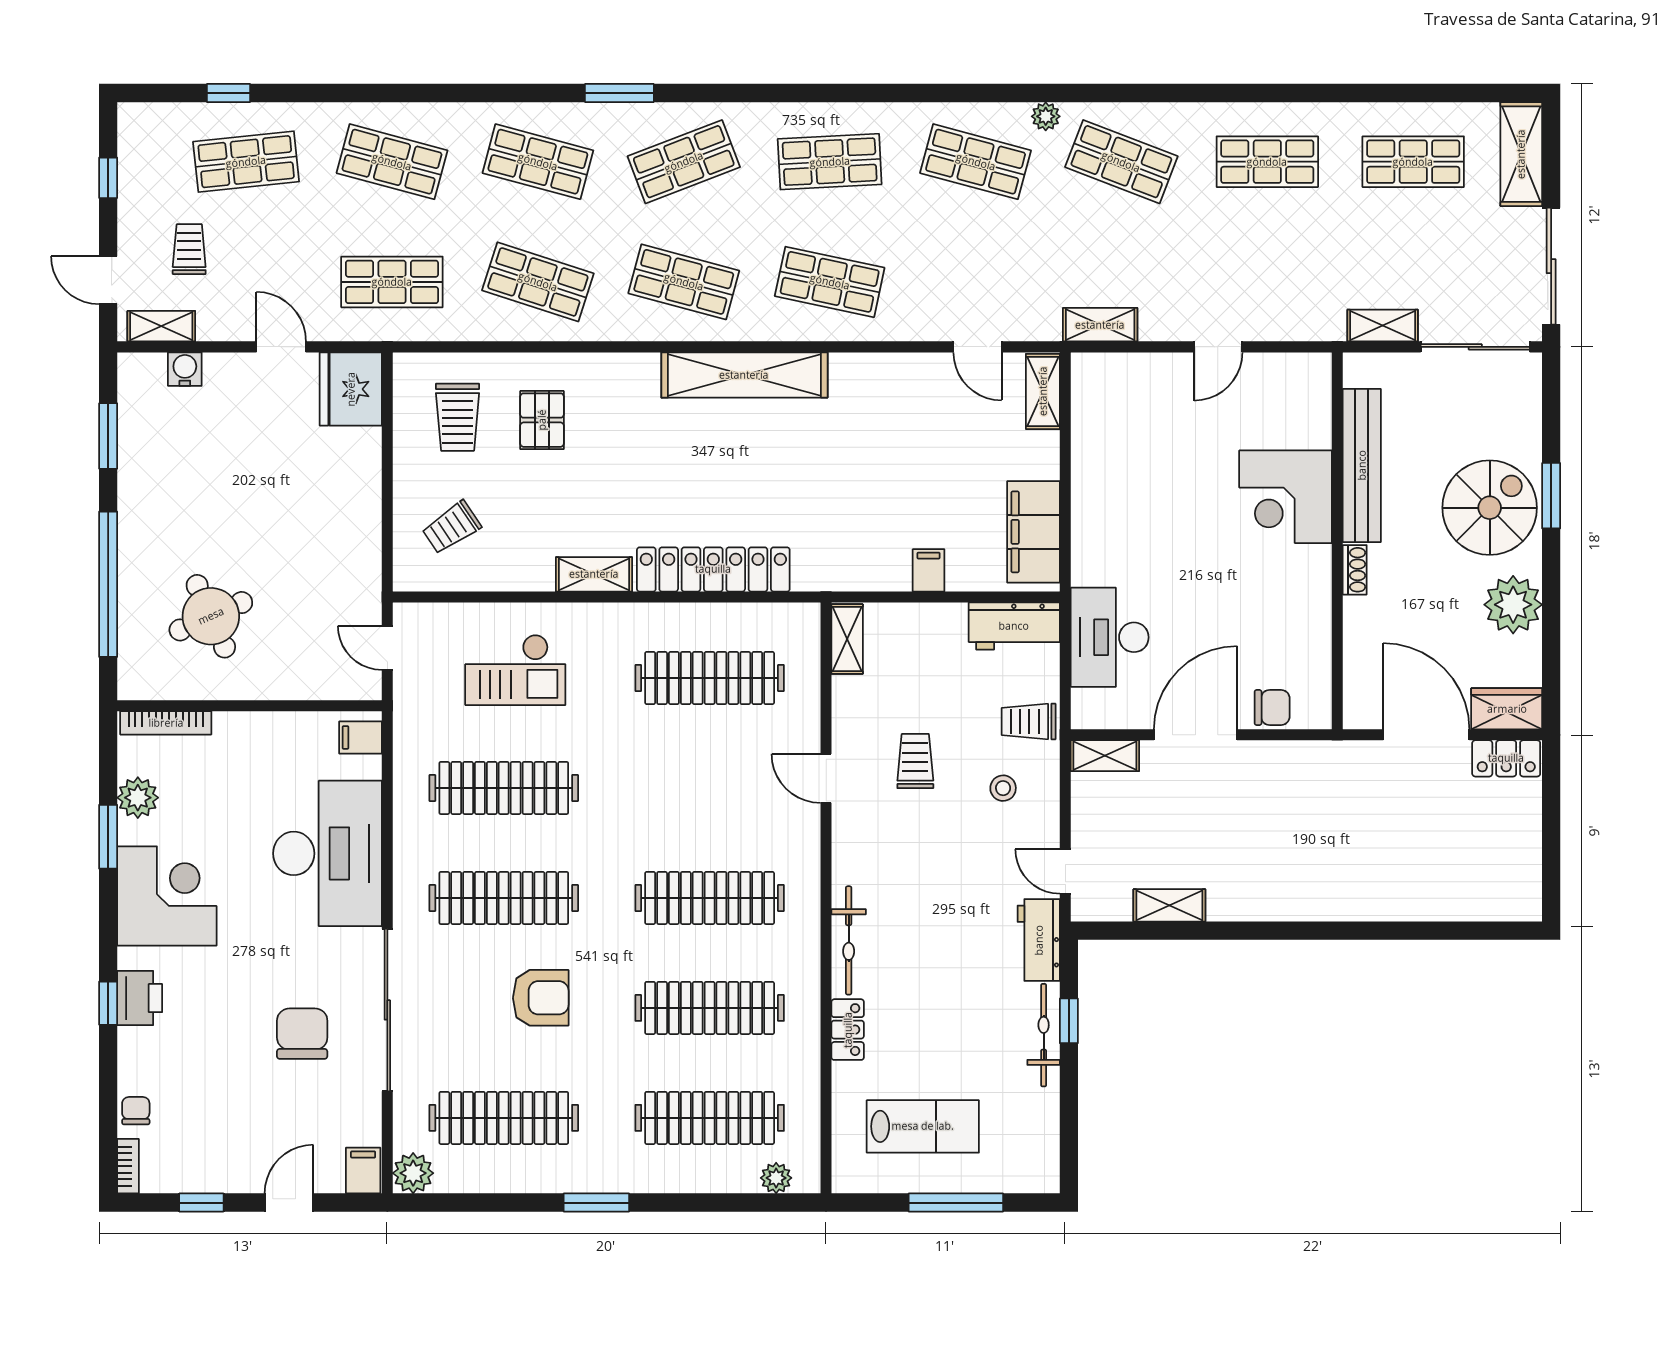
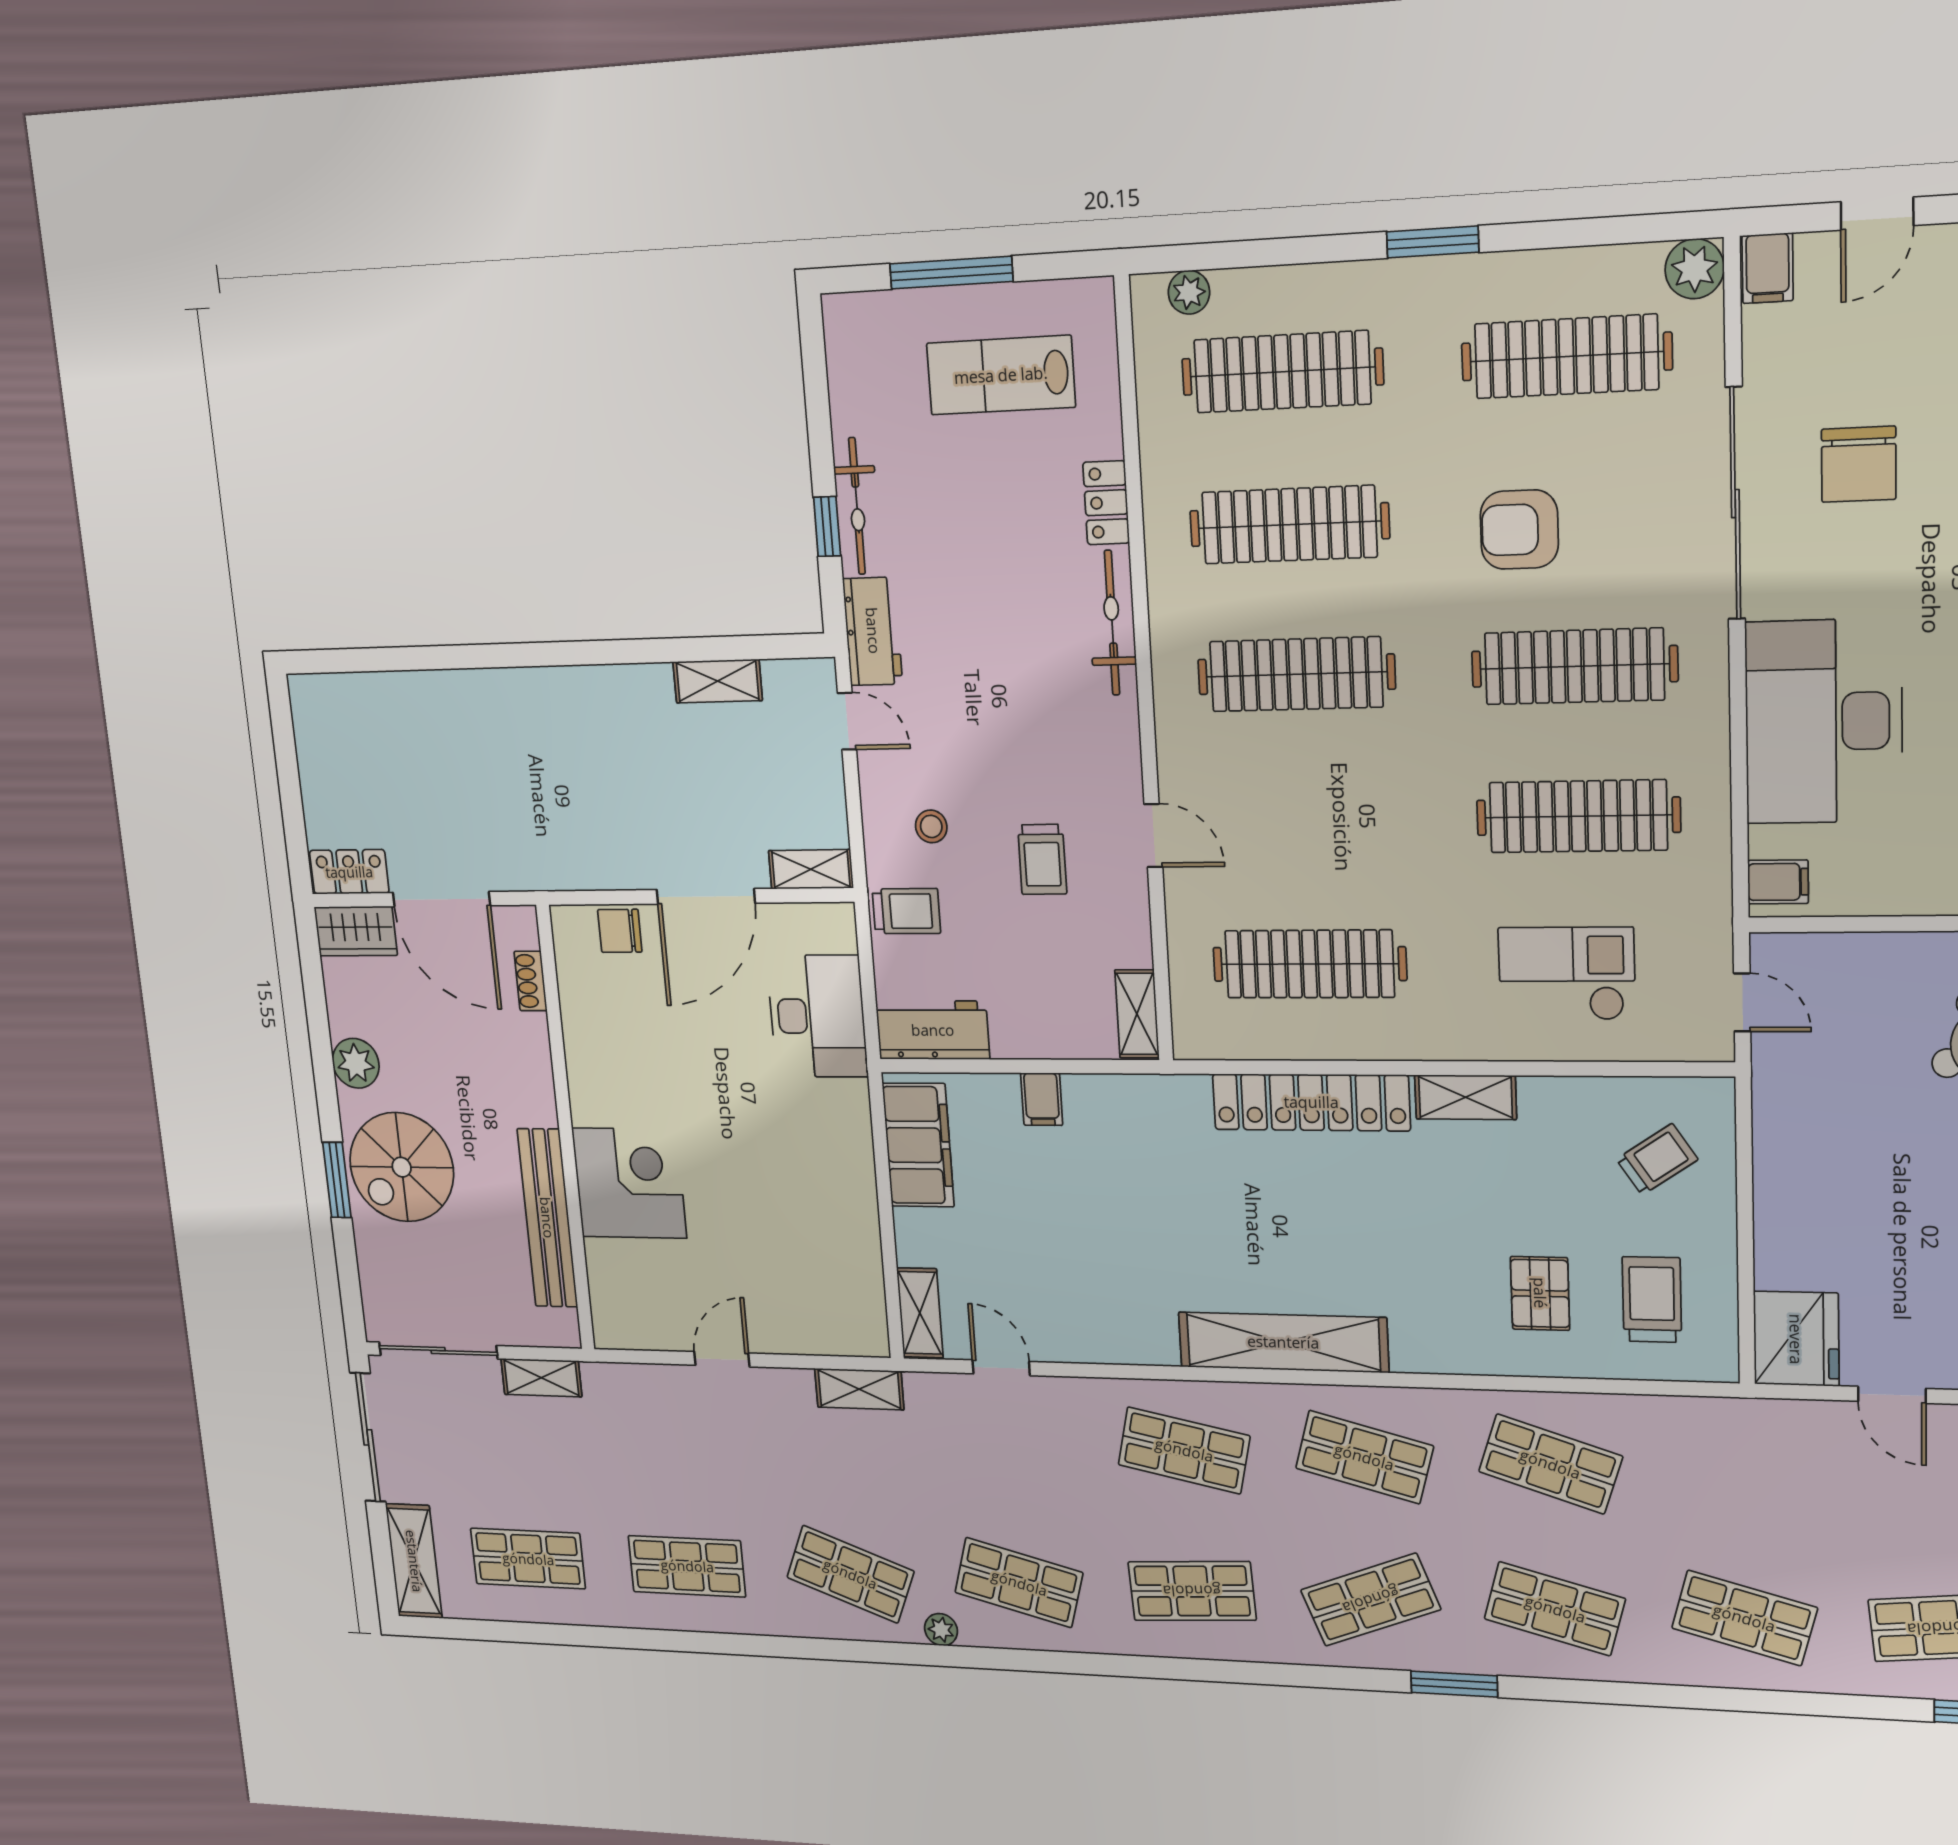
shop shelf: (392, 282) -> (1742, 1471), removed
shoe rack: (1355, 570) -> (531, 981), moved
plant: (1513, 605) -> (356, 1063), width x0.73, depth x0.73

